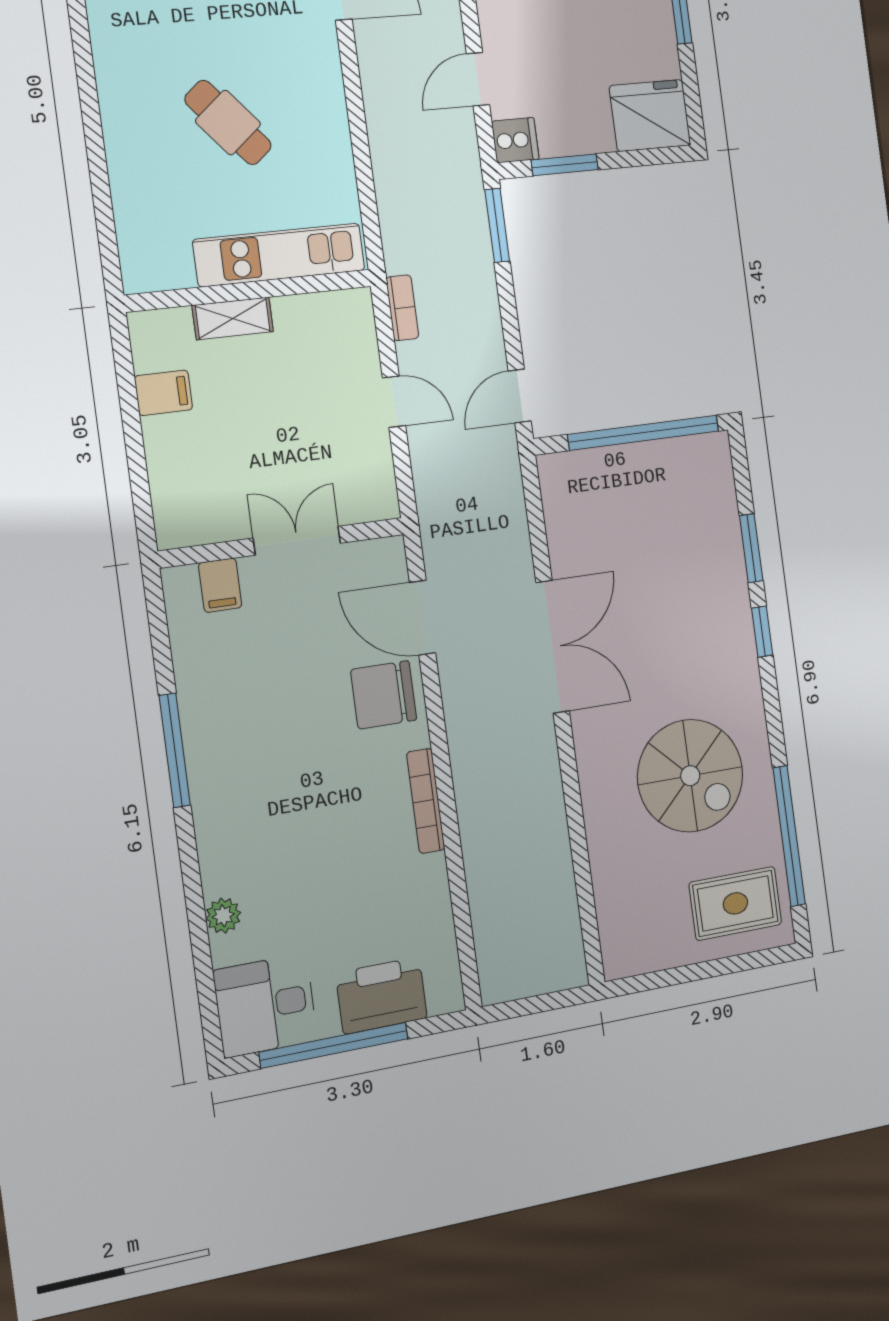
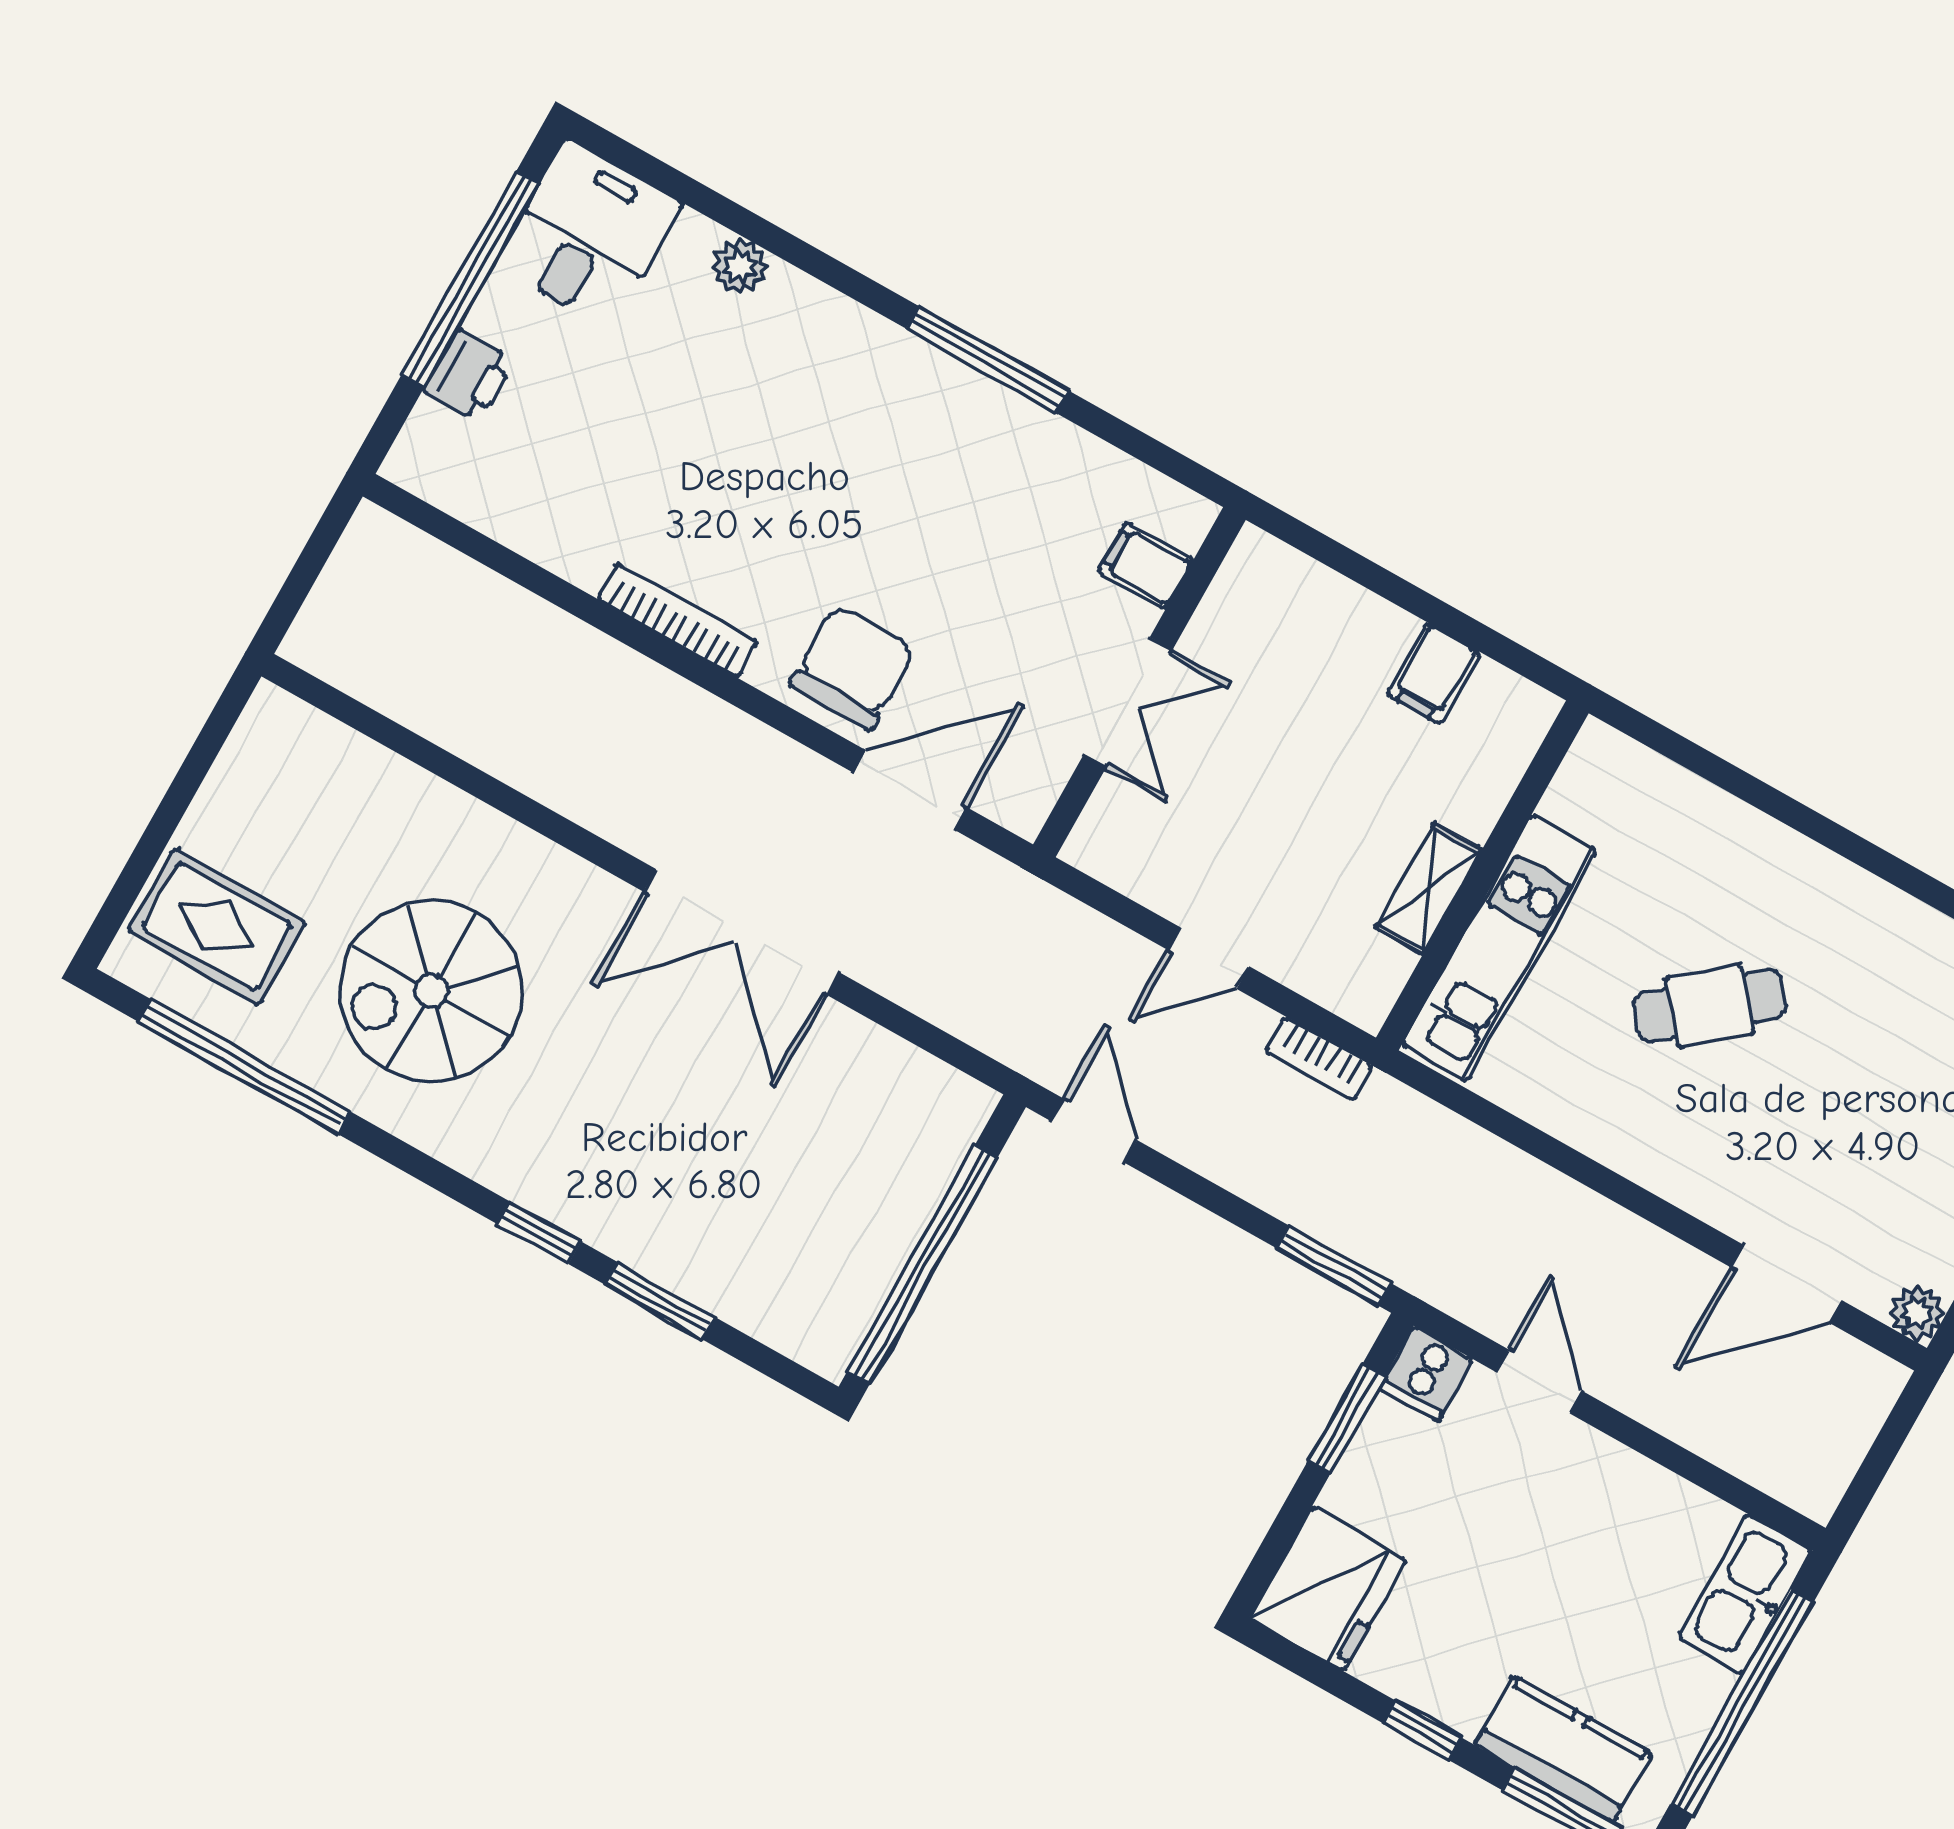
shelving: (233, 318) -> (1429, 889), moved
rug: (735, 903) -> (217, 926), turned 90
printer: (381, 995) -> (469, 375), width x0.53, depth x0.68

